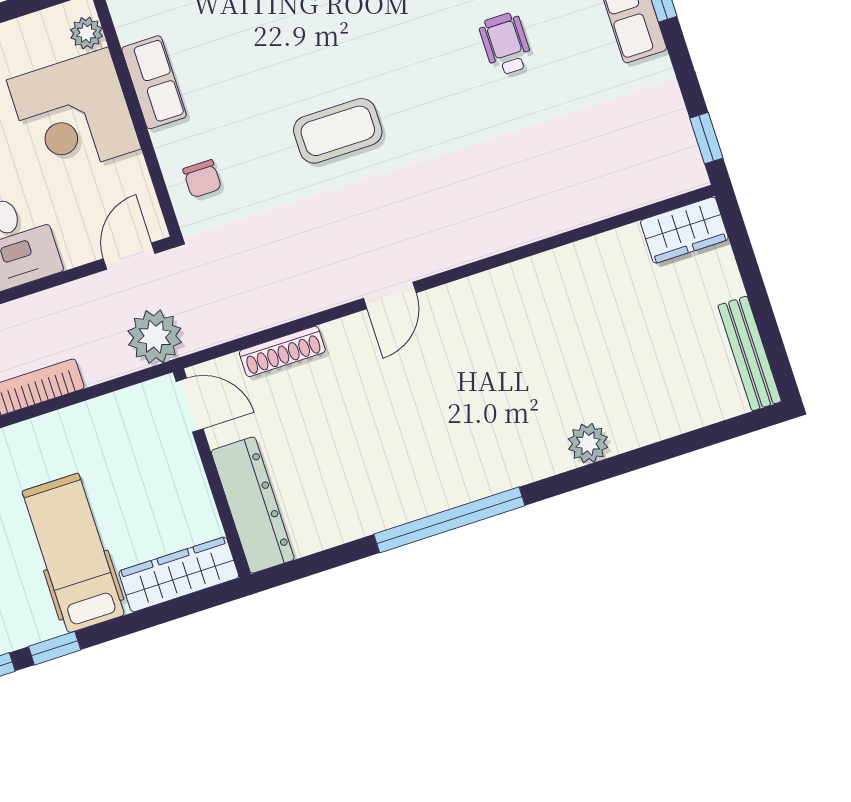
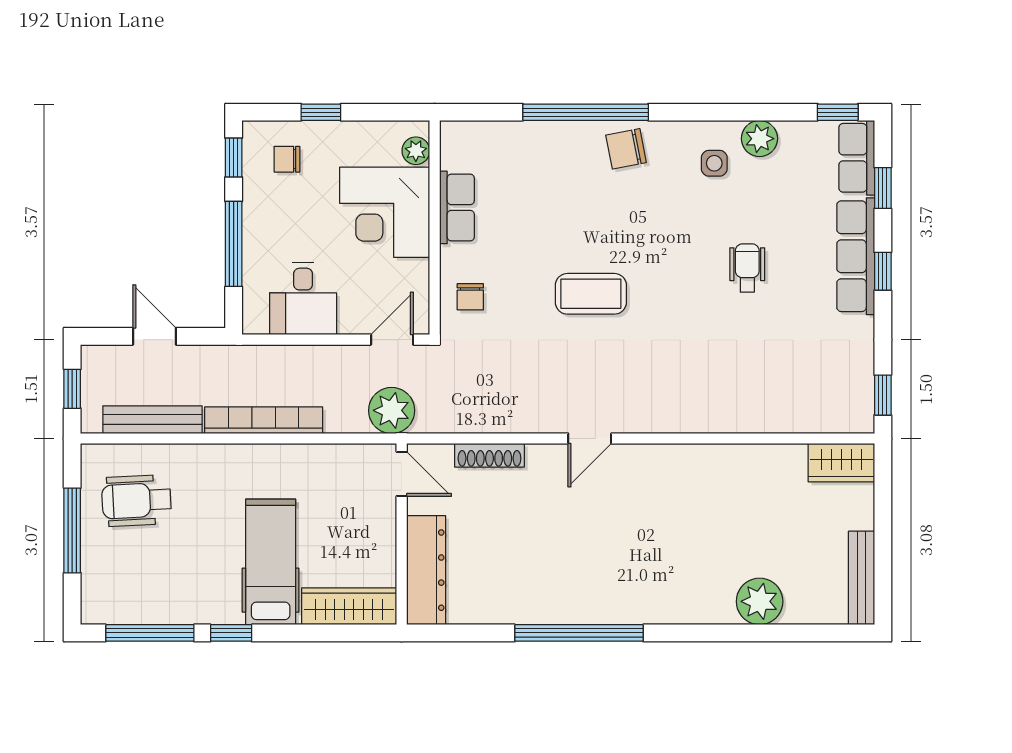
plant: (588, 443) -> (760, 601), moved, width x1.36, depth x1.36

